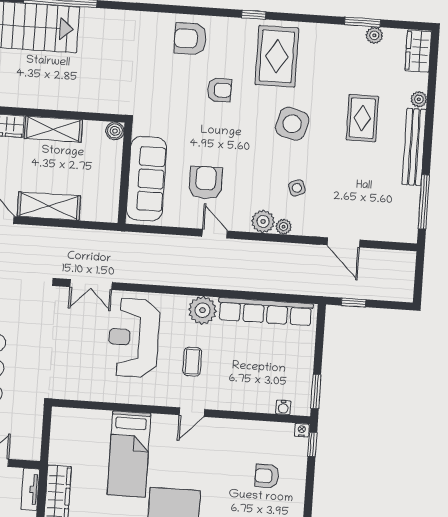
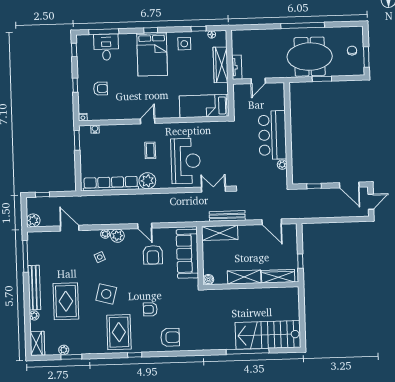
rug: (362, 118) -> (66, 301), width x1.36, depth x1.43
shelving: (49, 206) -> (220, 233), moved
bench: (72, 236) -> (227, 216), added
plant: (404, 262) -> (33, 220), added
window: (354, 302) -> (42, 195), moved
window: (312, 444) -> (75, 85), moved
bed: (129, 454) -> (204, 106), moved, turned -90

